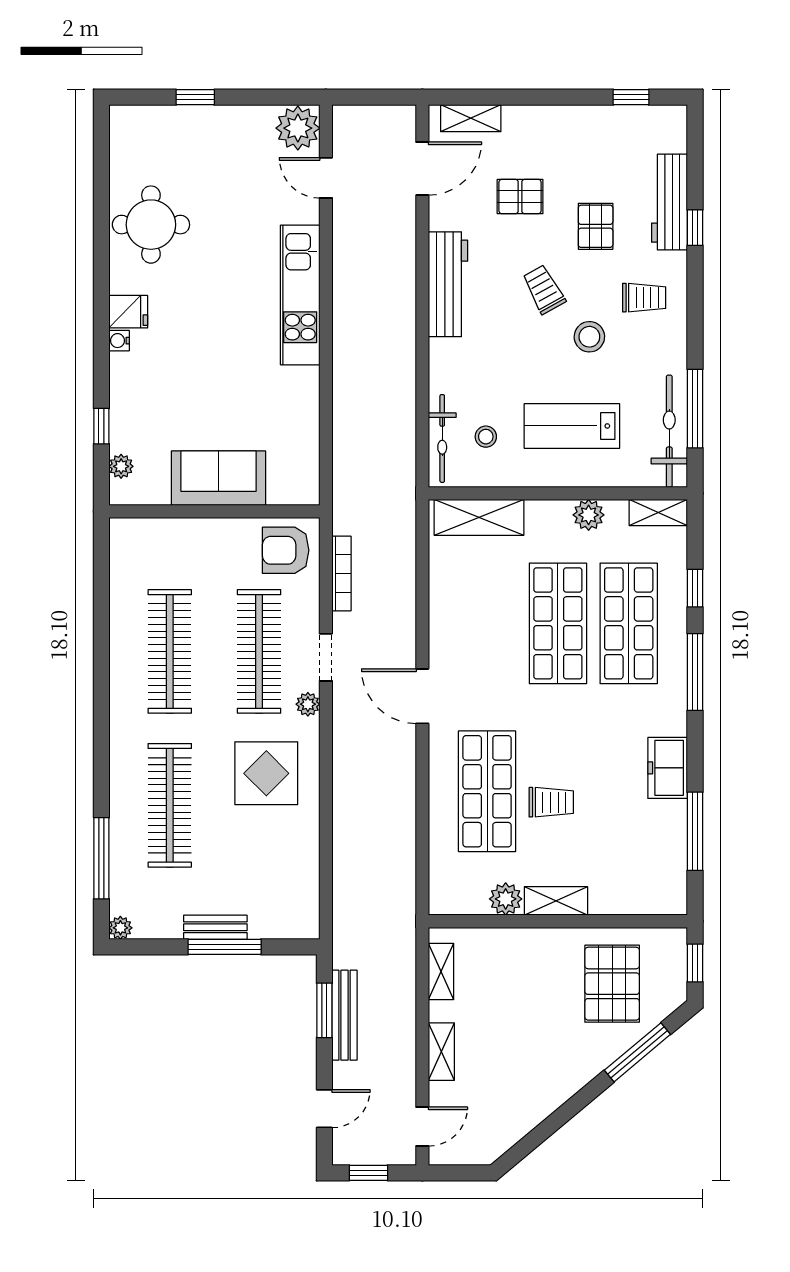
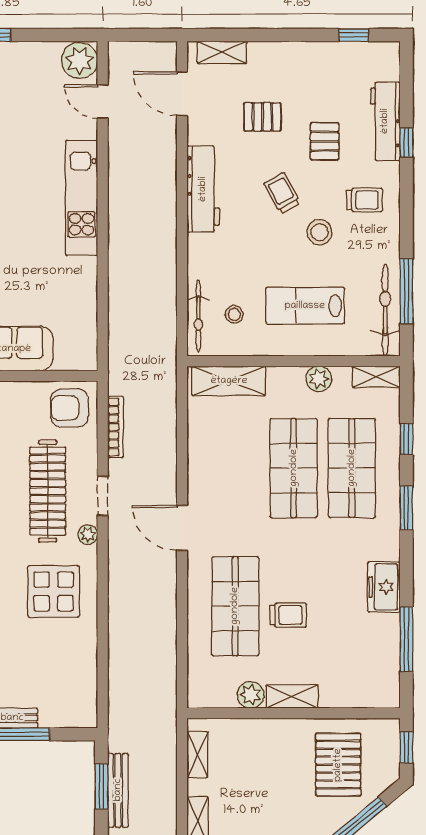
door: (422, 169) -> (182, 94), swing flipped
window: (695, 672) -> (406, 508), width x0.69

